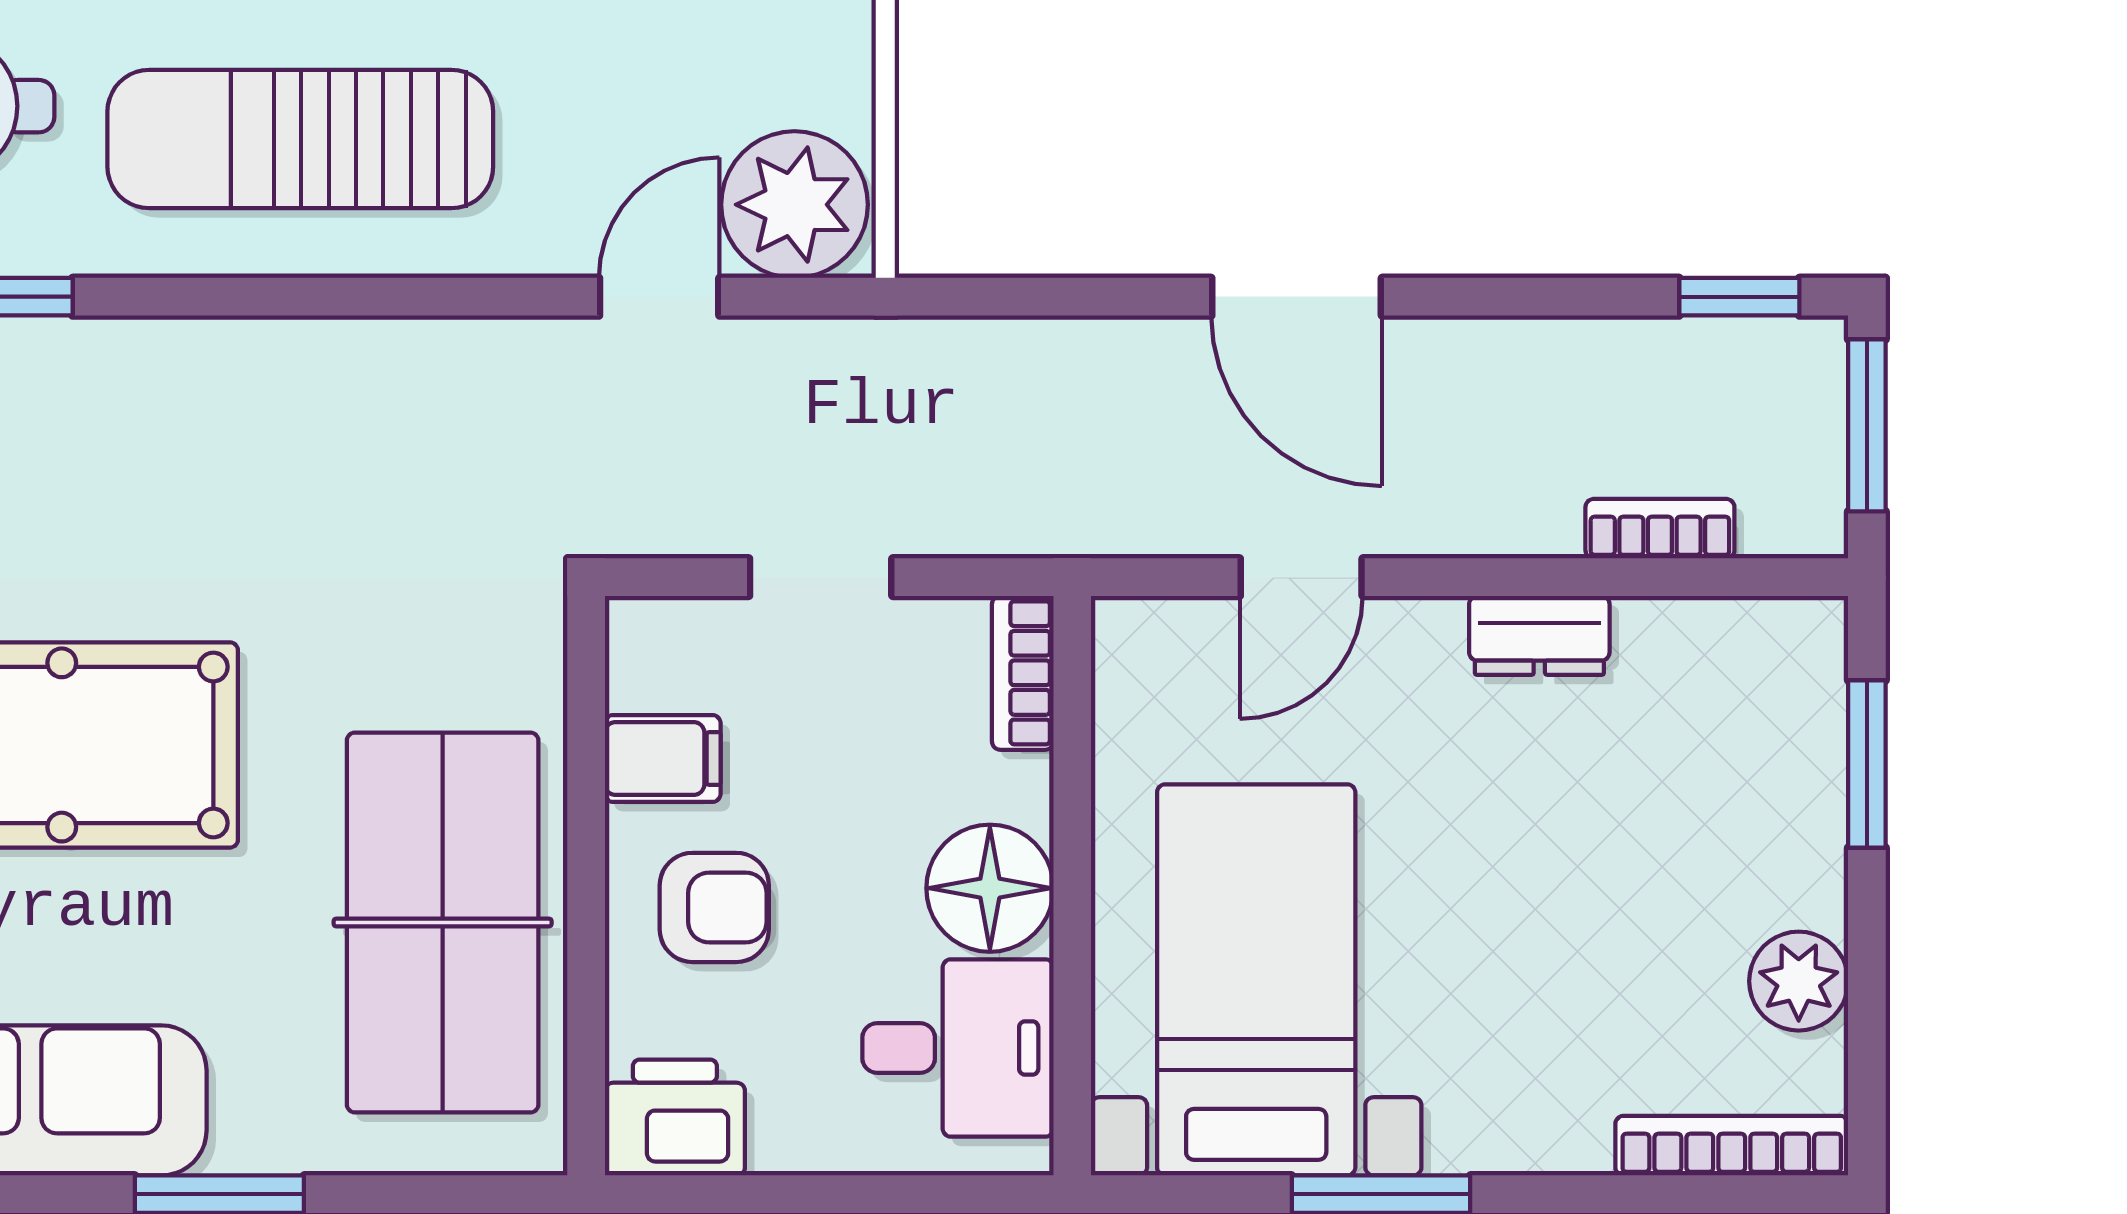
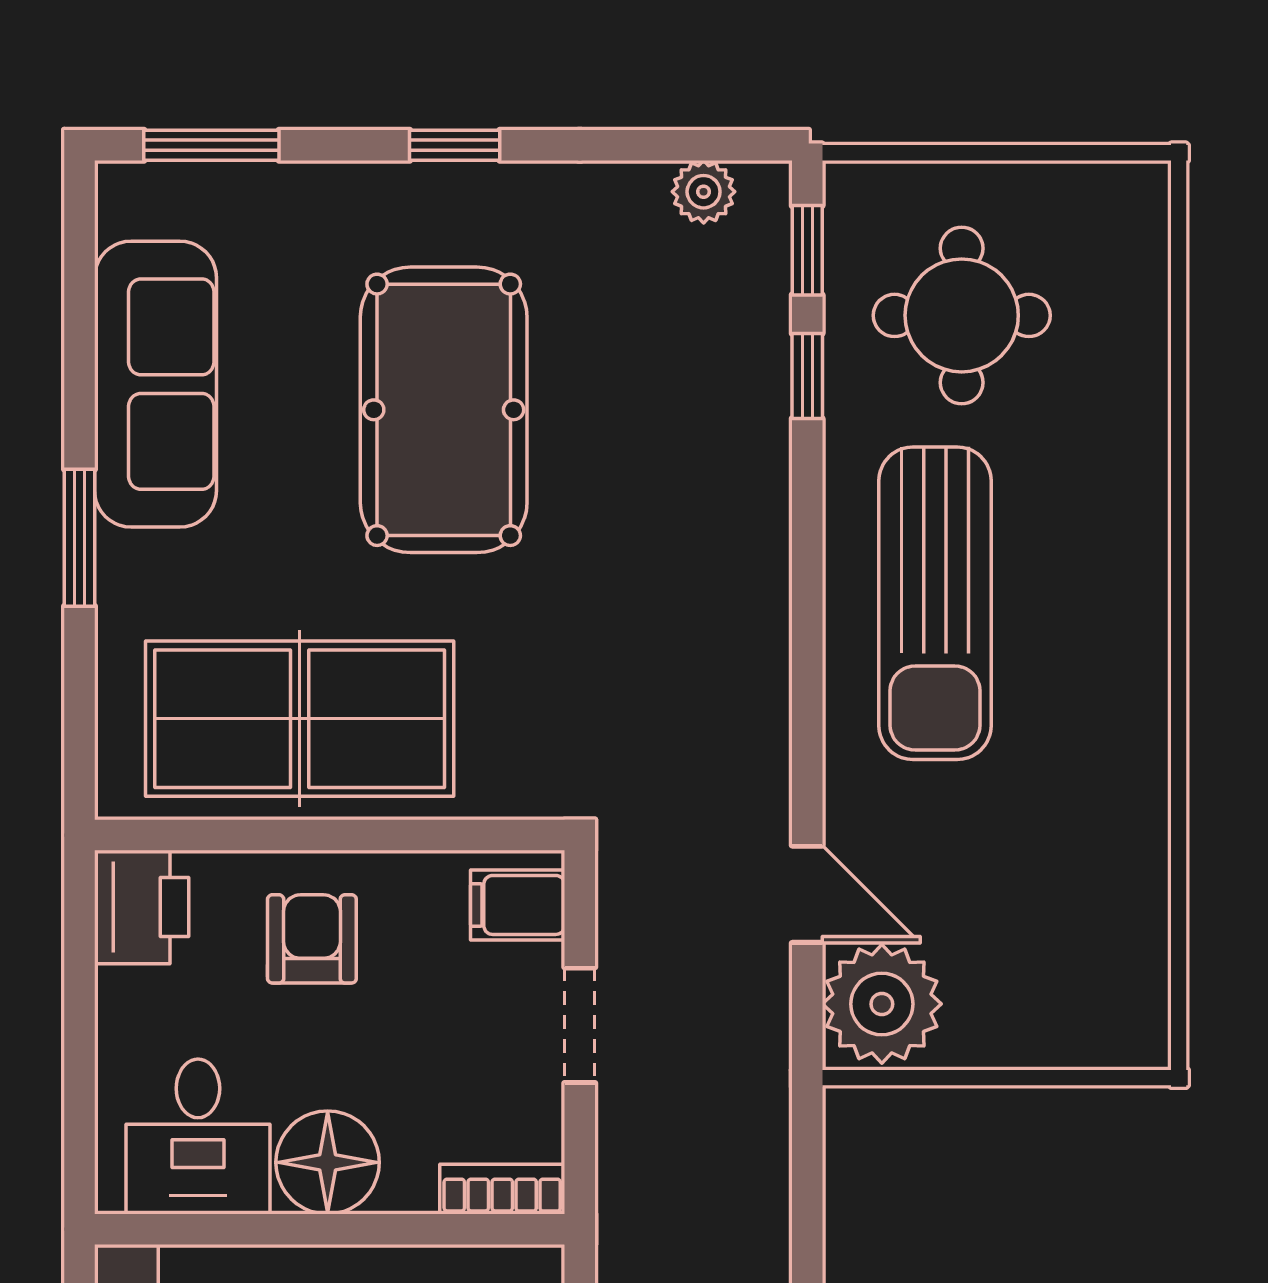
sun lounger: (300, 139) -> (935, 603), turned 180
filing cabinet: (663, 758) -> (518, 905), moved, turned 90
armchair: (714, 907) -> (312, 939), turned 180

